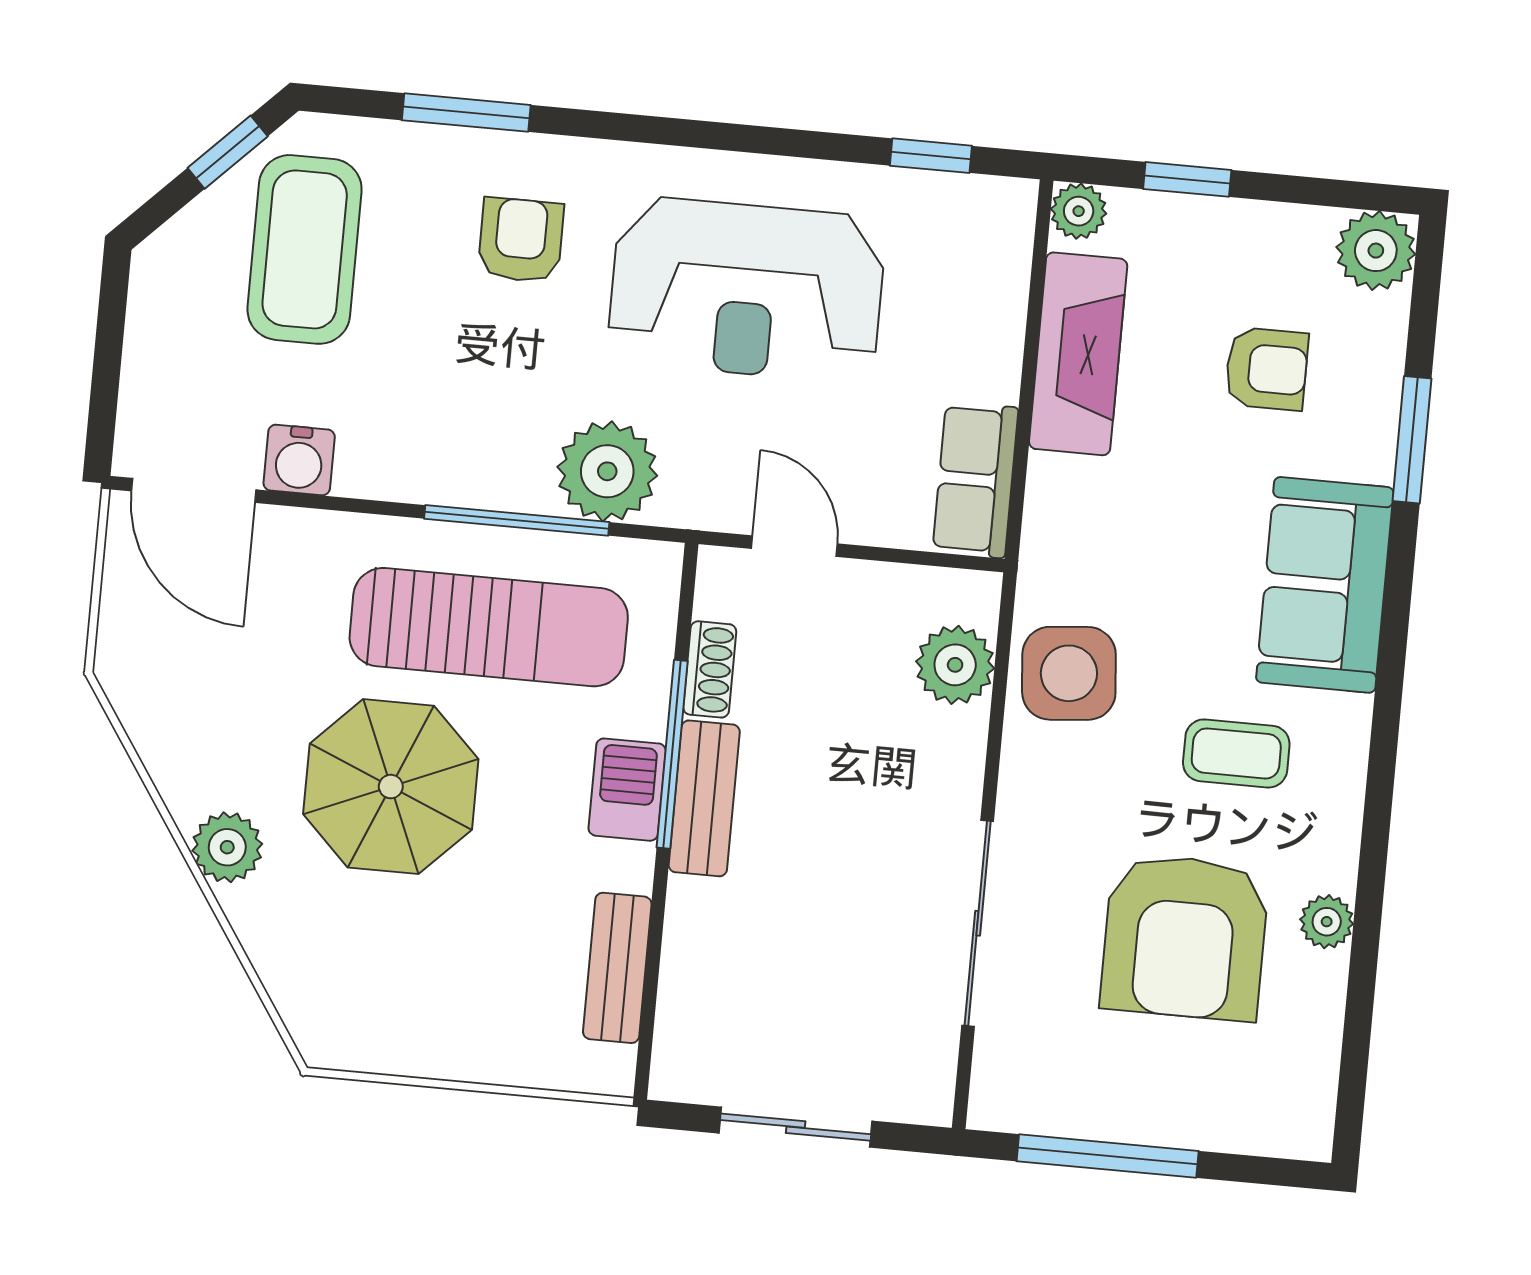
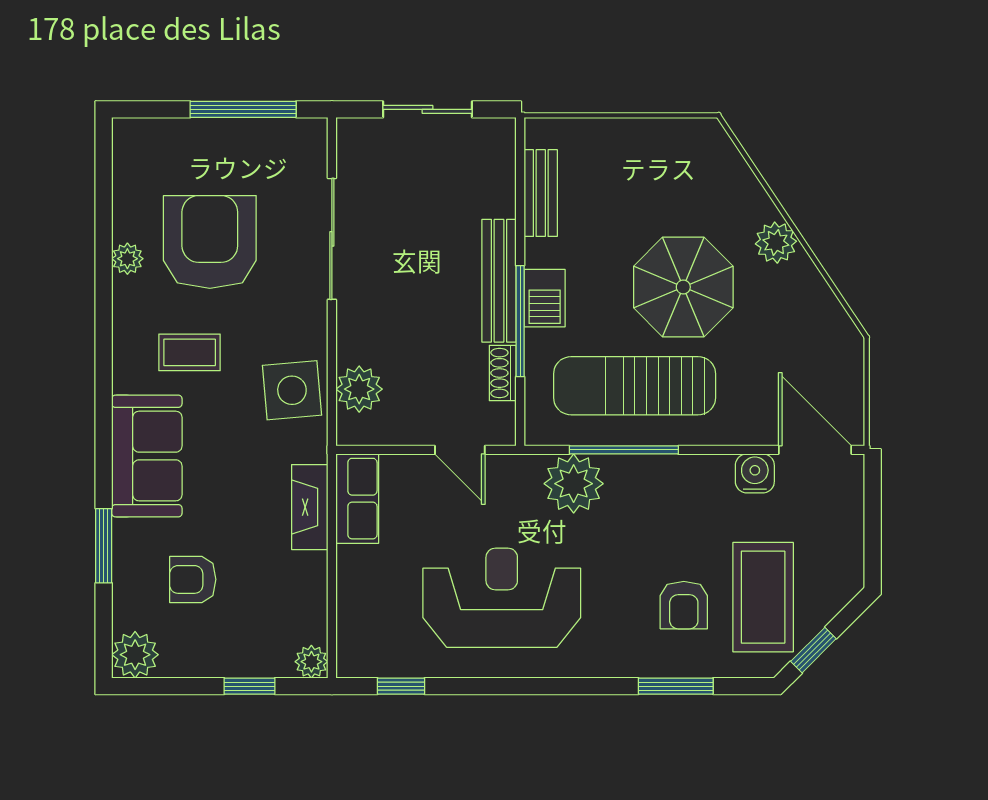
armchair: (521, 240) -> (684, 605), moved
fireplace: (1078, 354) -> (310, 507), moved, width x0.73, depth x0.76
bench: (704, 798) -> (499, 281), width x1.36

